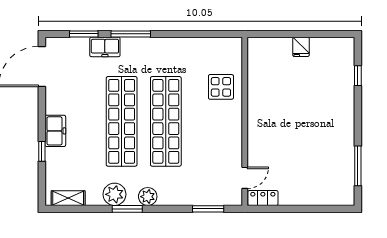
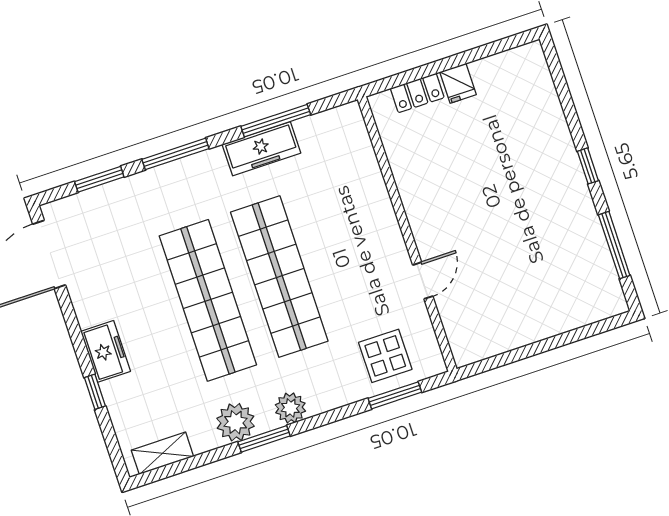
window: (193, 34) -> (276, 121), added
freezer: (105, 47) -> (261, 149), moved, width x1.40
window: (358, 76) -> (588, 166), moved
display table: (221, 87) -> (385, 356), moved
door: (245, 178) -> (423, 281), moved
locker: (263, 198) -> (417, 93), moved, turned 180

